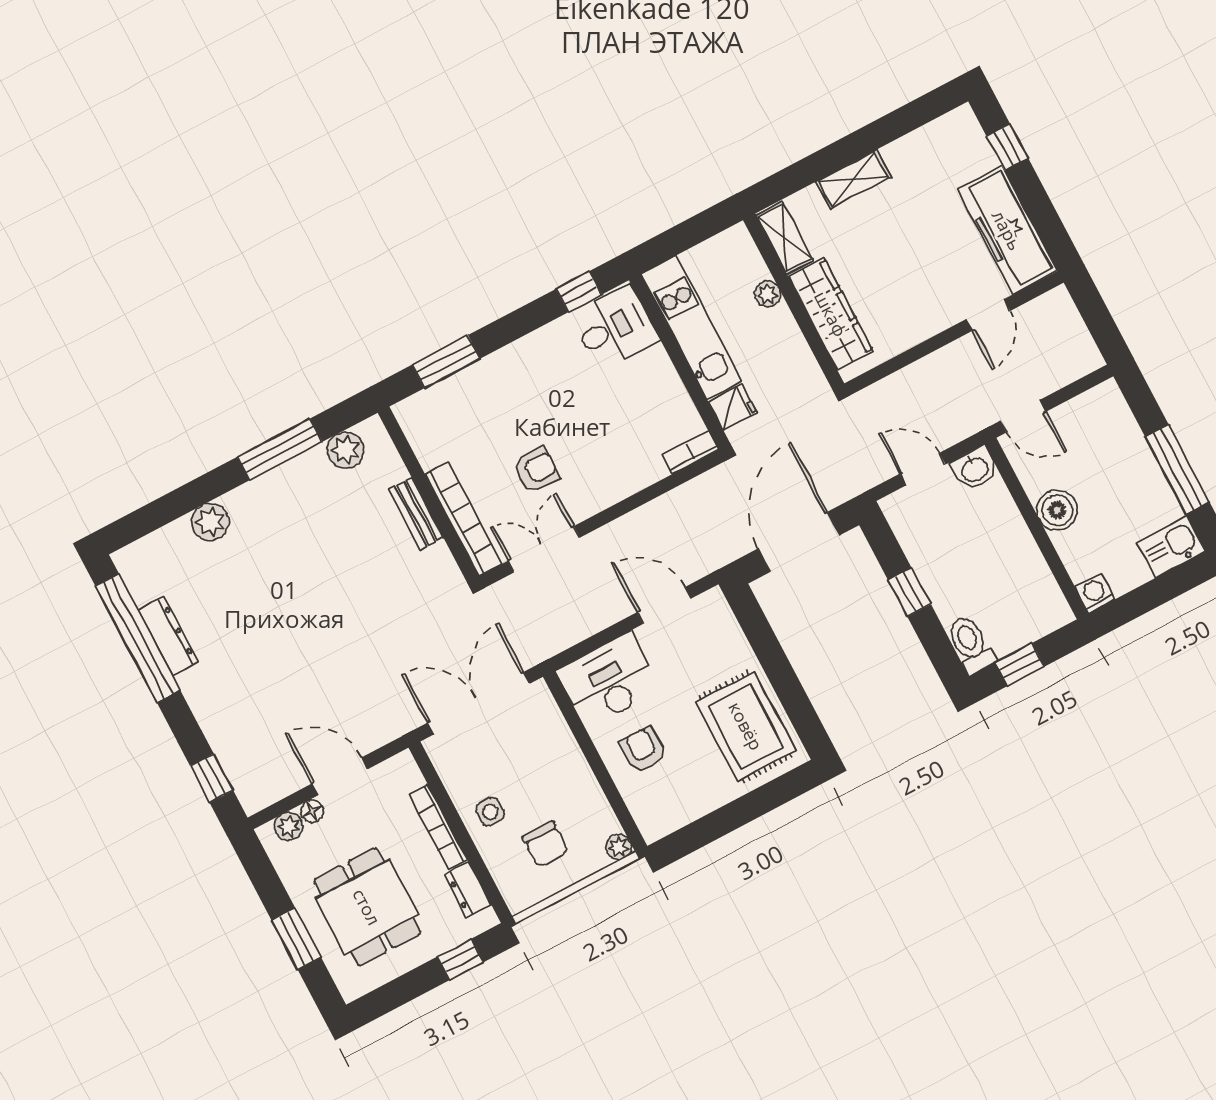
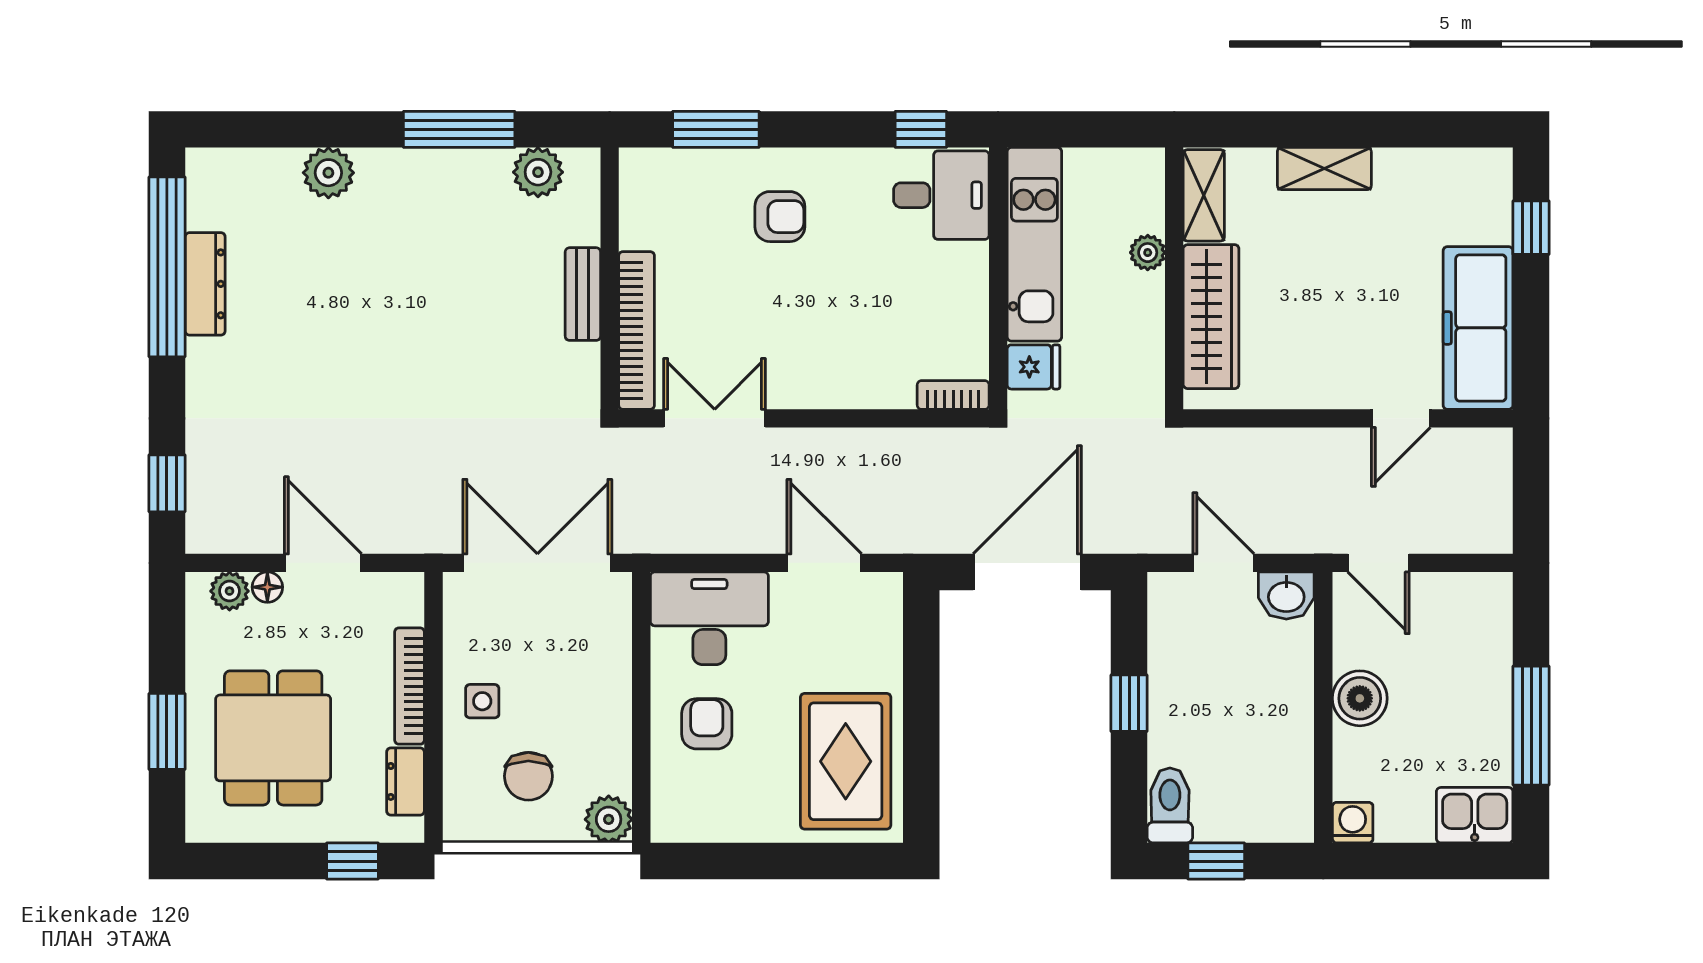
armchair: (536, 470) -> (780, 217), moved
plant: (619, 847) -> (609, 819), width x1.38, depth x1.38

